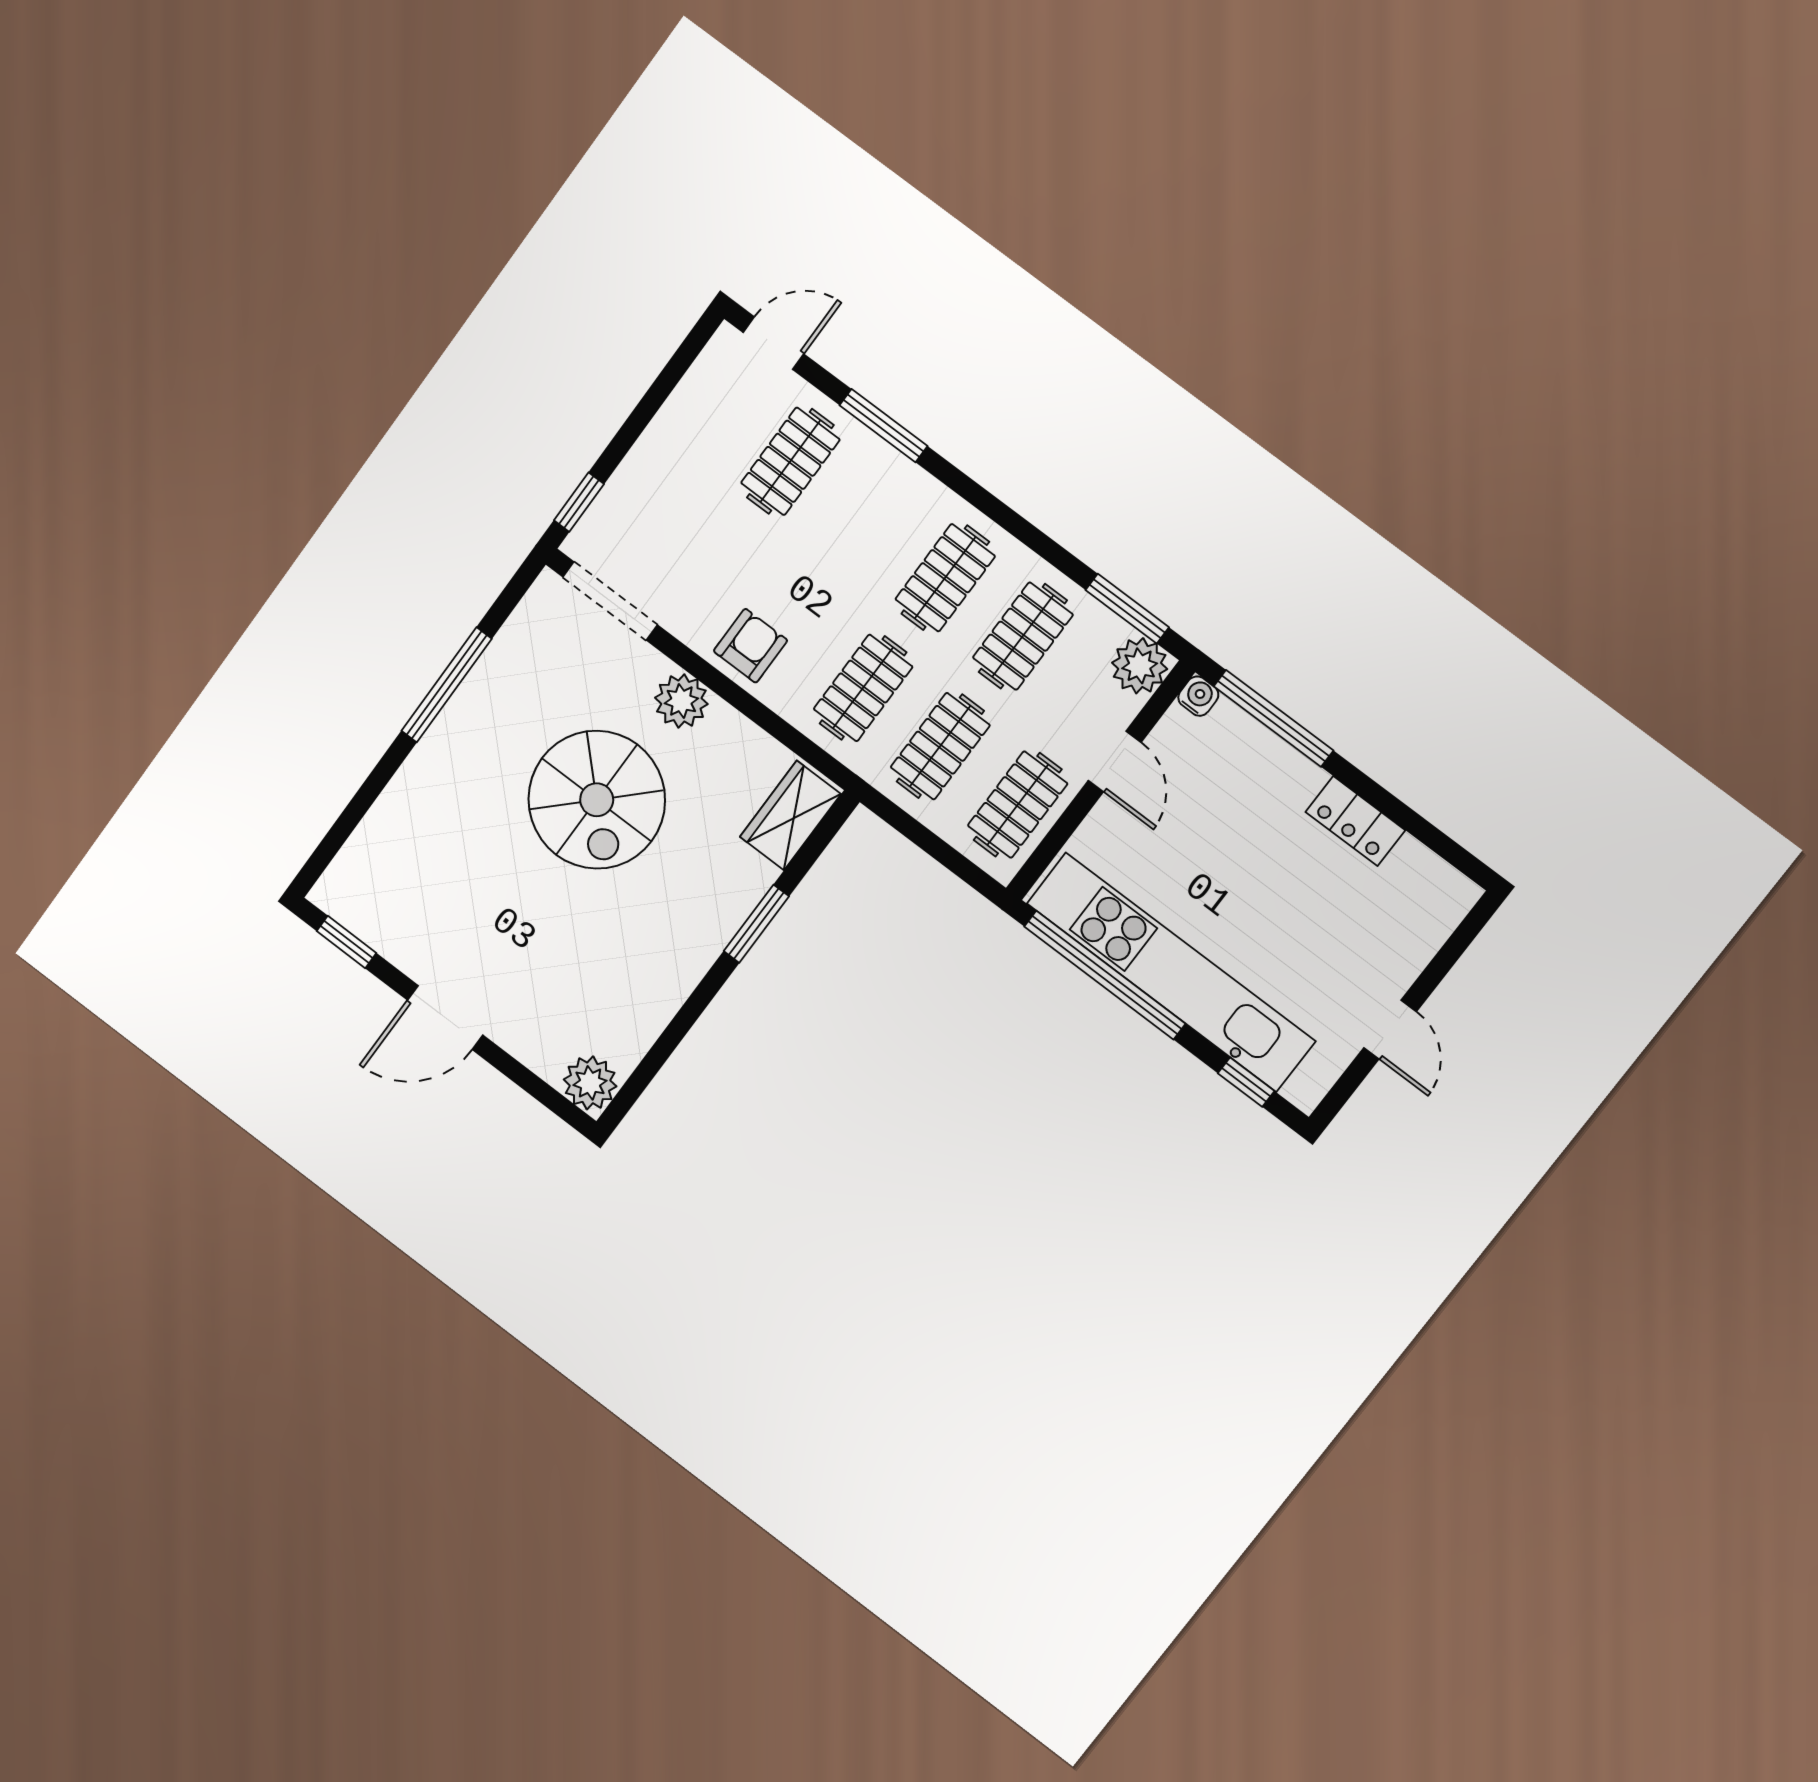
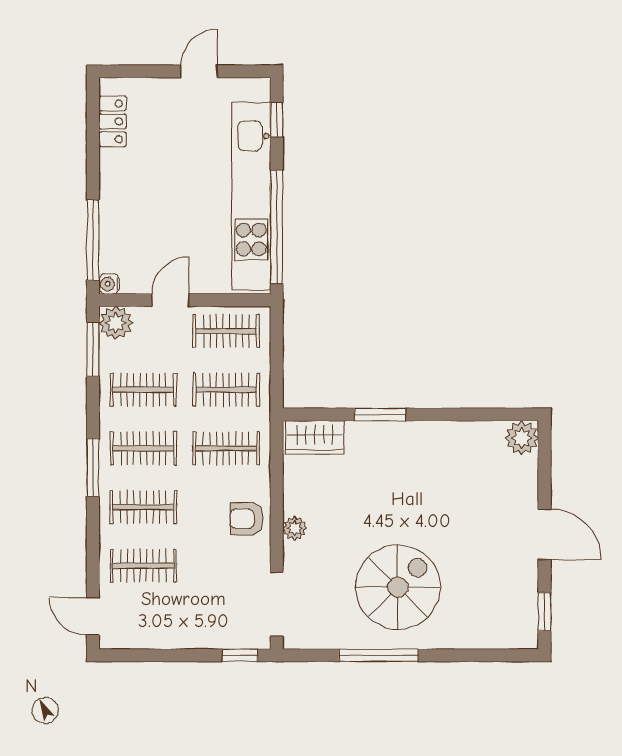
window: (883, 426) -> (93, 468), moved
clothes rail: (868, 519) -> (143, 507), added
plant: (681, 701) -> (295, 528), width x0.73, depth x0.73
spiral stairs: (597, 800) -> (398, 587), moved
locker: (1355, 821) -> (113, 121), moved

